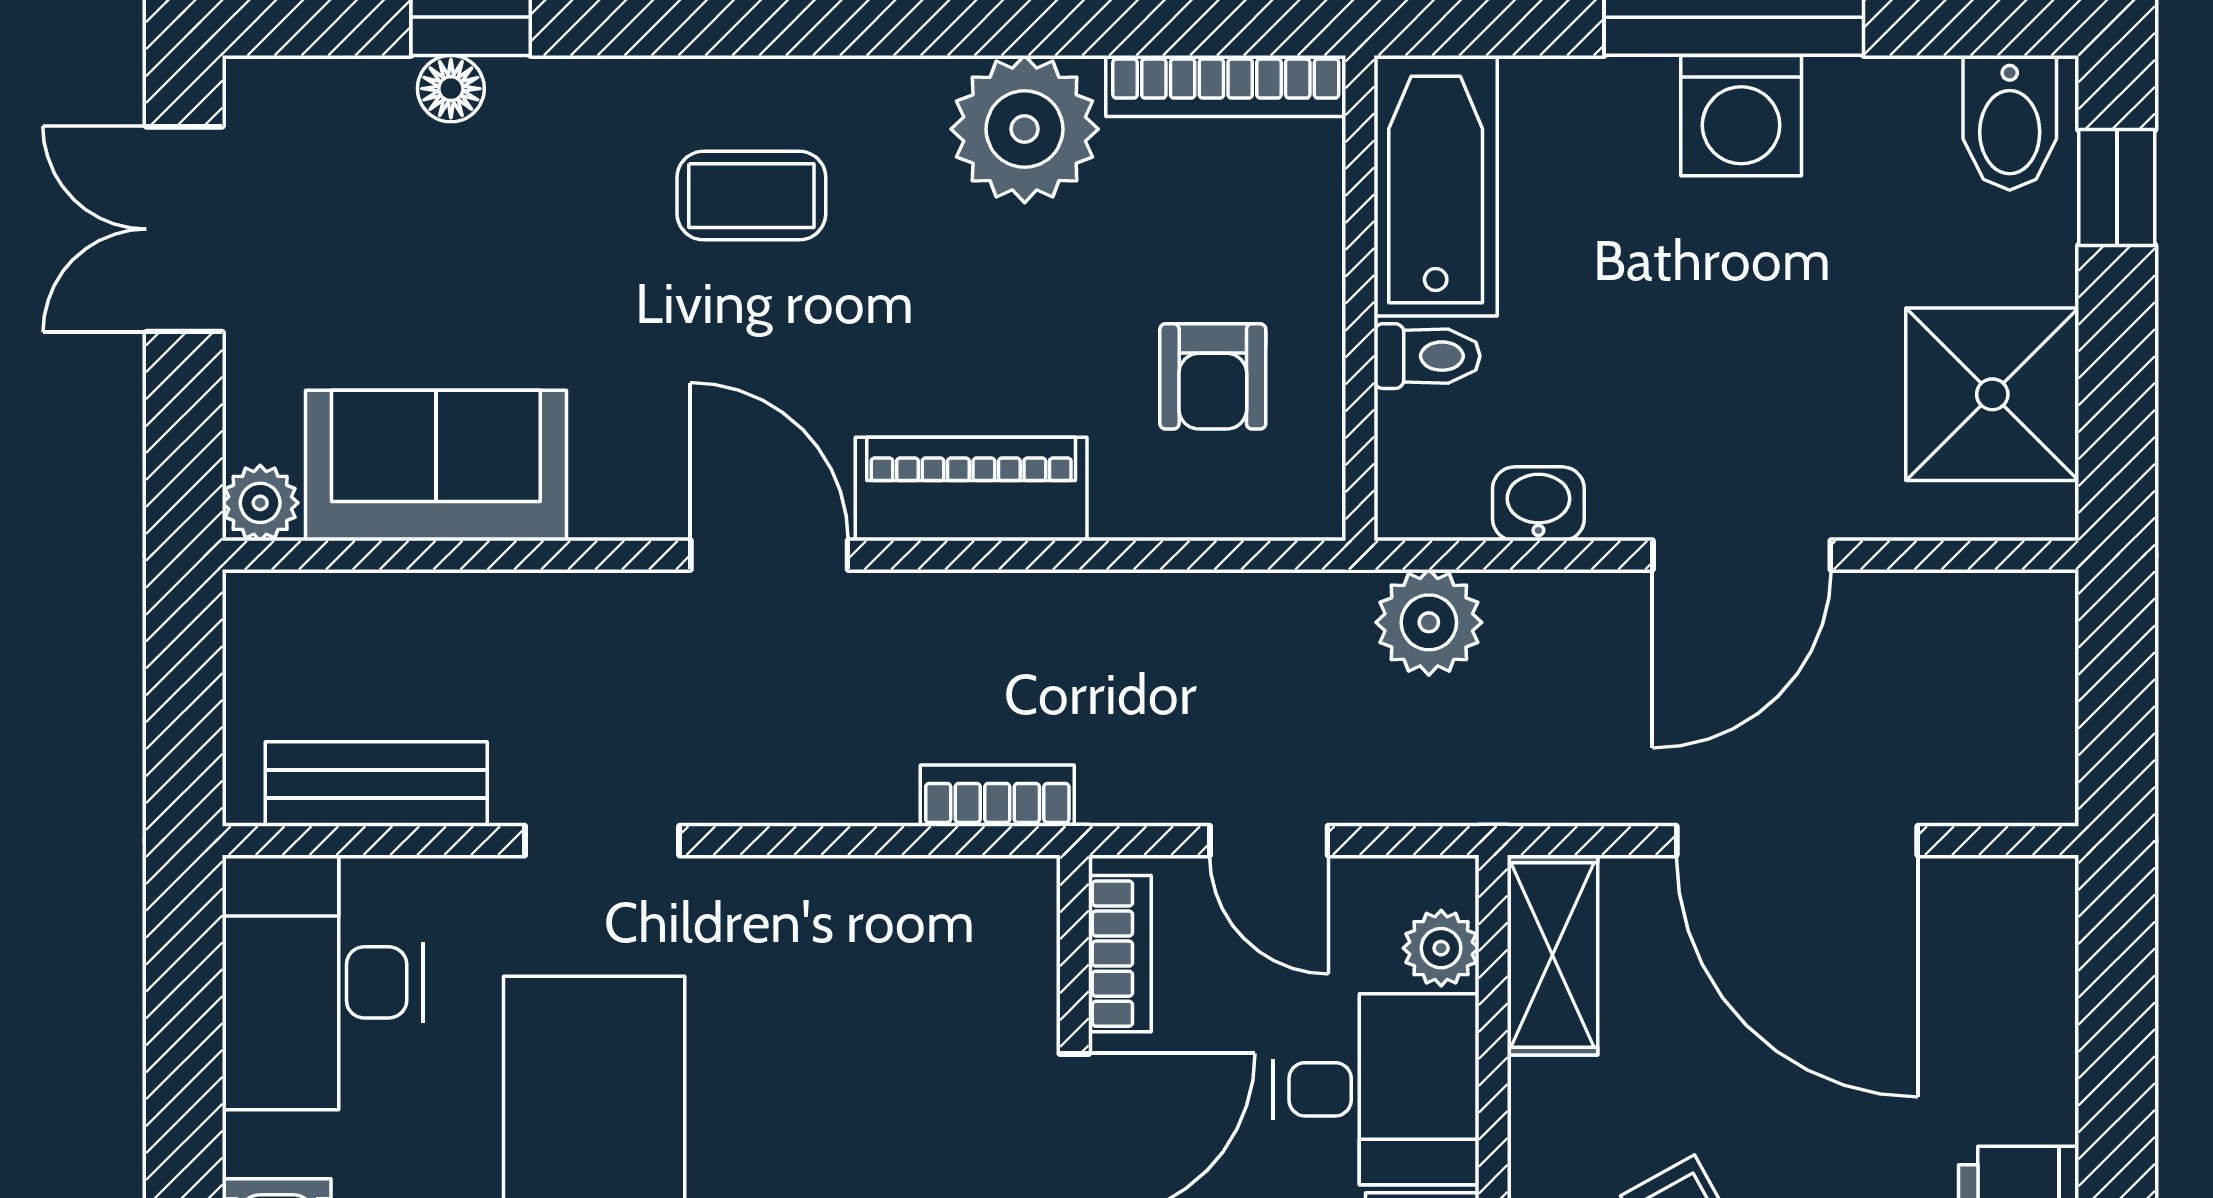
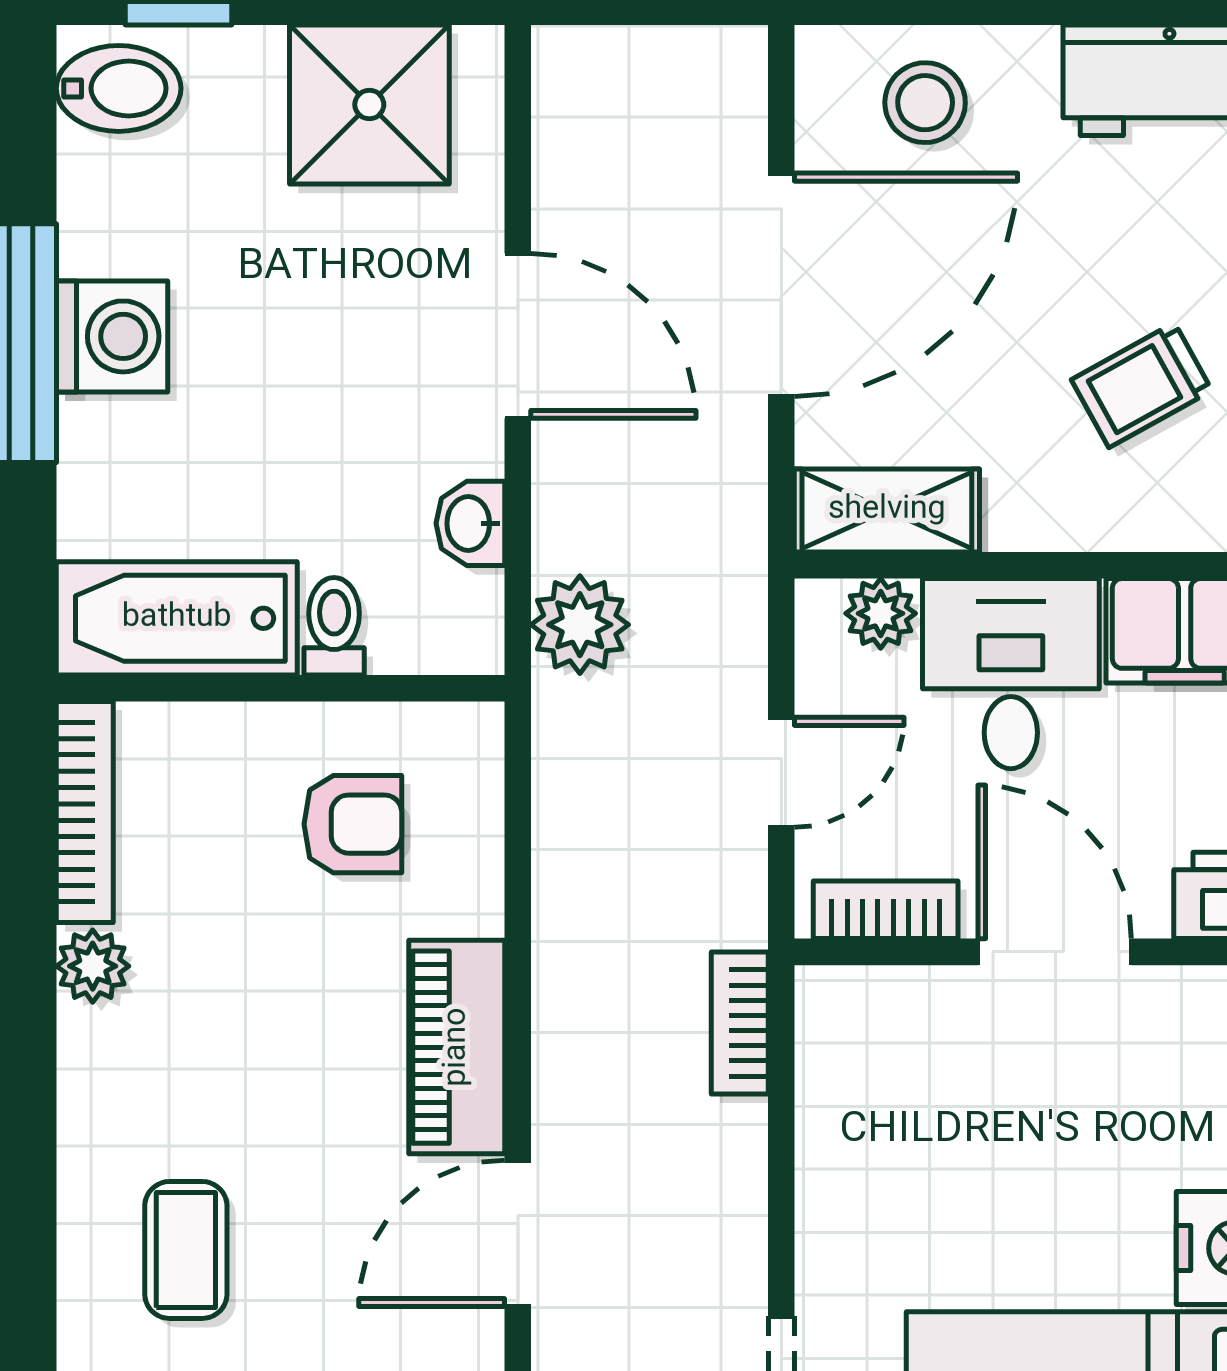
plant: (1025, 129) -> (93, 966), width x0.53, depth x0.53
stool: (1994, 996) -> (925, 103), added

